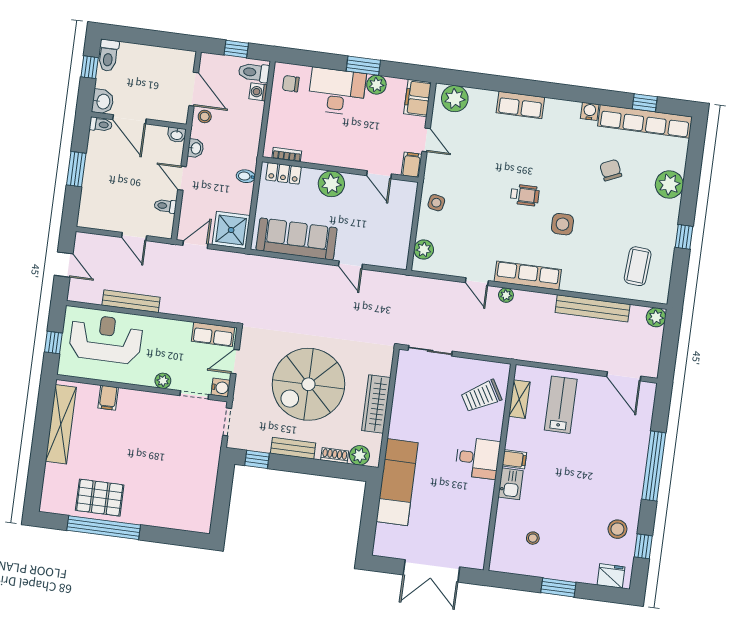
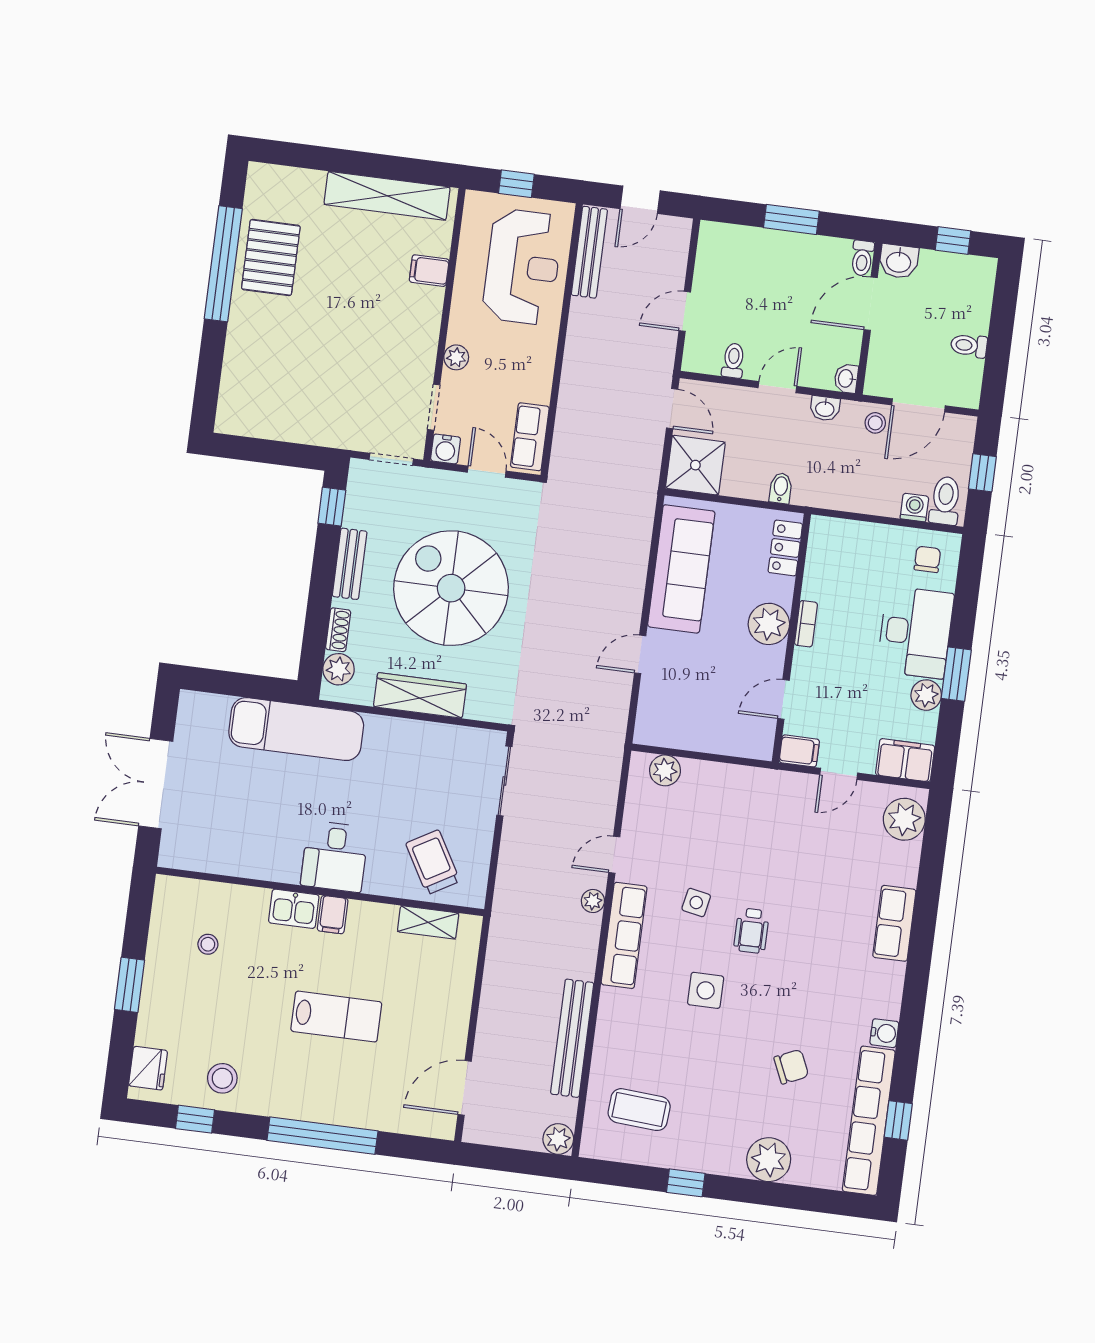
toilet: (108, 55) -> (969, 346), moved, width x0.73, depth x0.72
bookcase: (287, 155) -> (806, 624), moved
side table: (436, 203) -> (696, 902), moved
bench: (131, 301) -> (589, 252), moved
lab bench: (561, 405) -> (336, 1017), moved

